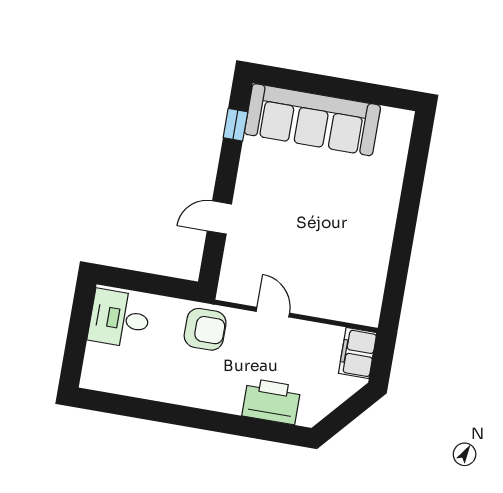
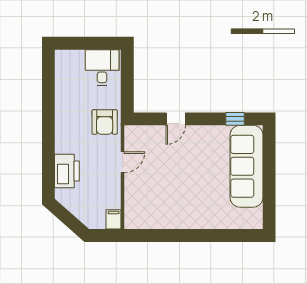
door: (219, 217) -> (176, 119), swing flipped
filing cabinet: (358, 353) -> (114, 219), width x0.50

